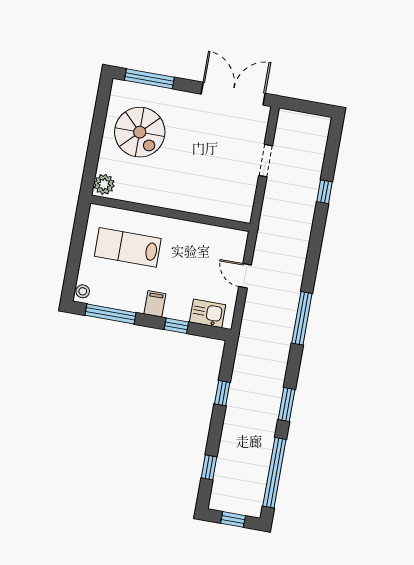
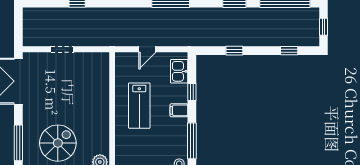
lab bench: (128, 247) -> (139, 106), moved

